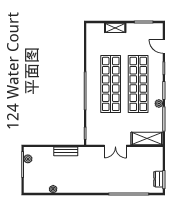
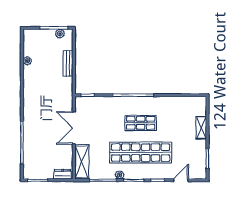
shop shelf: (111, 84) -> (141, 123), width x0.50, depth x0.74
double door: (115, 146) -> (74, 128), width x1.37
bench: (66, 151) -> (68, 64), moved
dresser: (158, 179) -> (63, 174), moved

